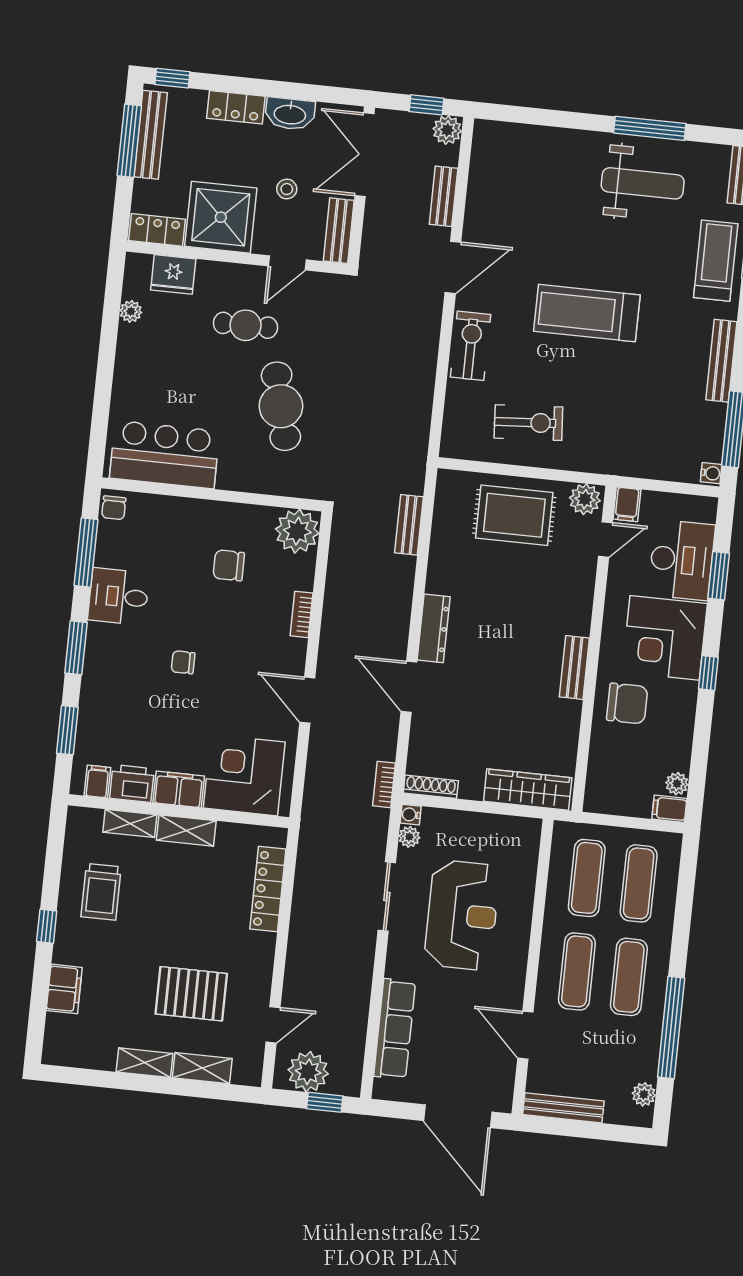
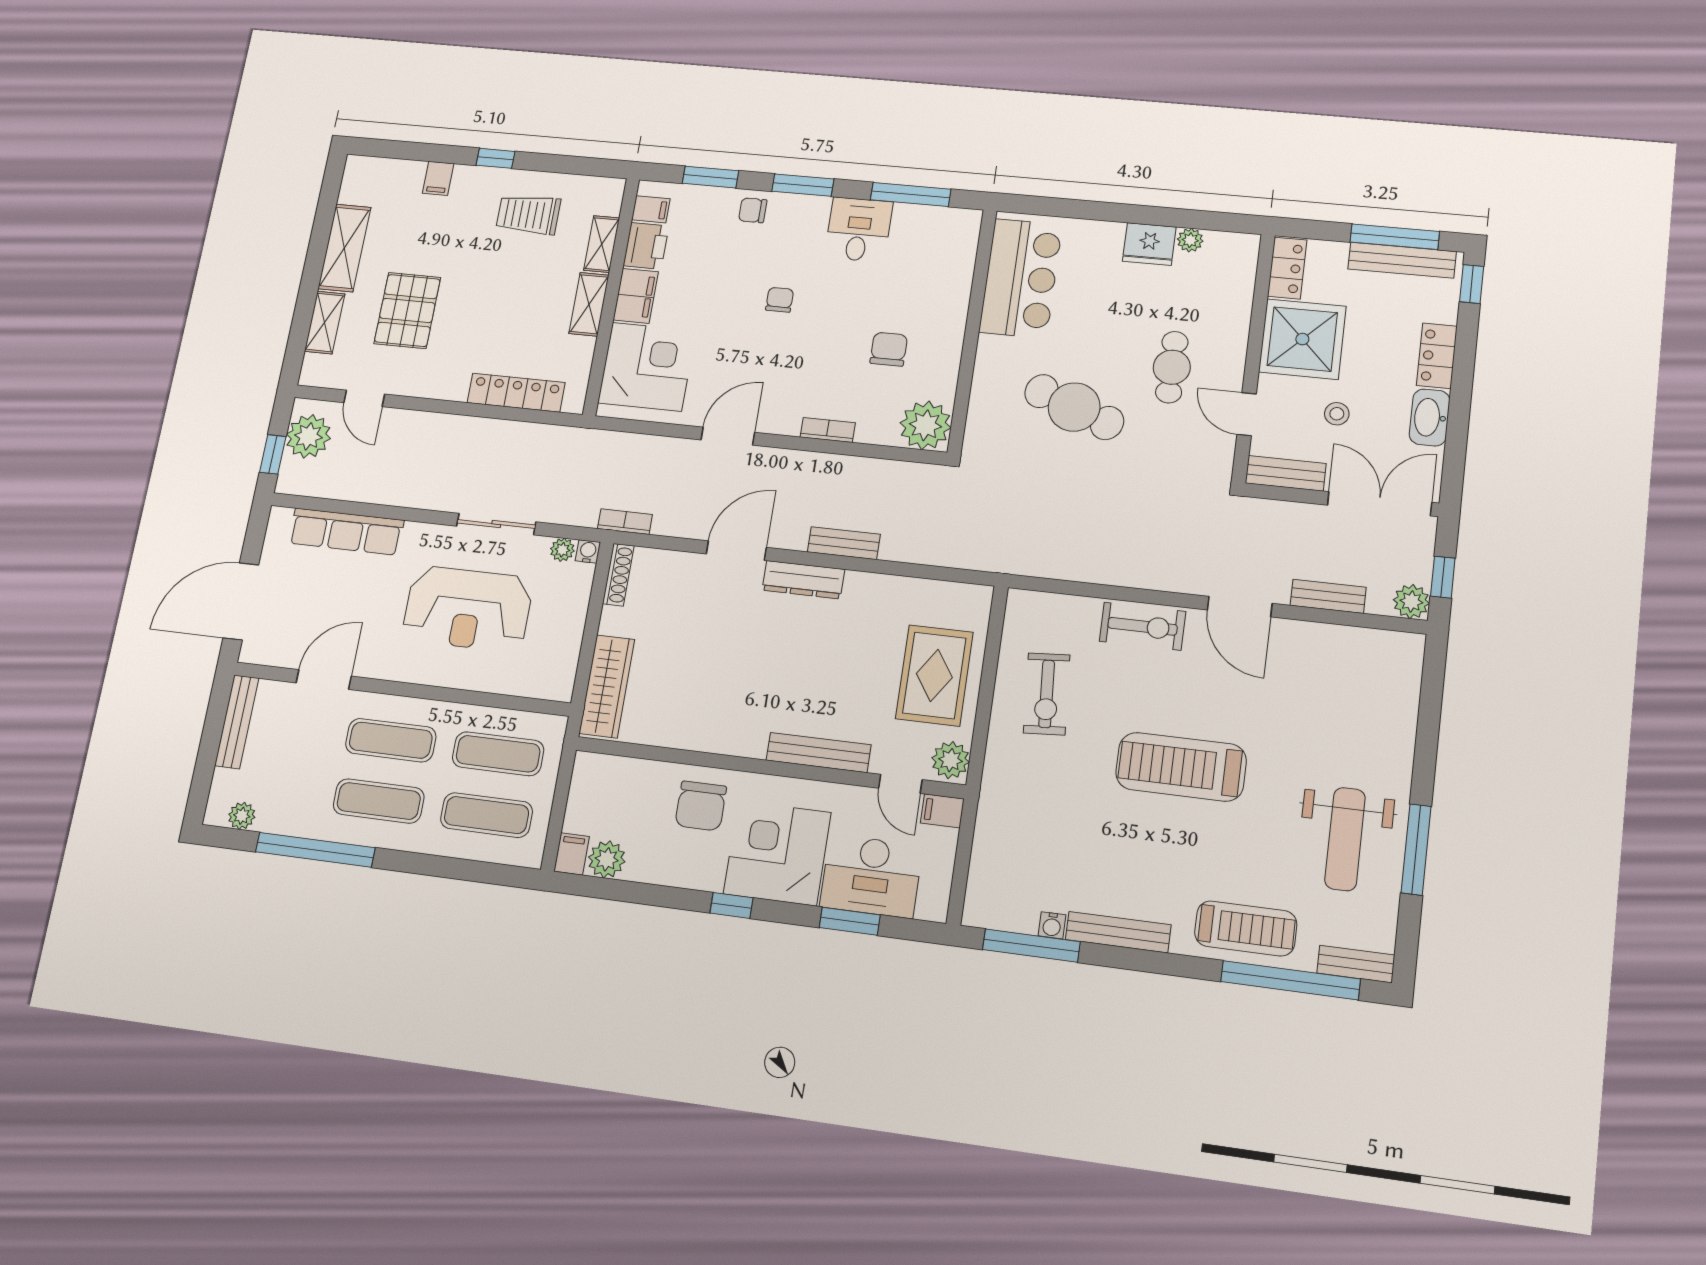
fridge: (173, 274) -> (1149, 244), moved, turned -90
treadmill: (587, 313) -> (1181, 767), turned -90
cafe table: (281, 406) -> (1074, 407), turned 35
water cooler: (711, 473) -> (1052, 925), moved
chair: (114, 508) -> (753, 210), moved
bench: (409, 525) -> (844, 543), moved
bench: (574, 667) -> (819, 753), moved, width x1.36
plant: (677, 784) -> (607, 859), width x1.38, depth x1.38
filing cabinet: (64, 989) -> (438, 178), width x0.50
shelving: (145, 1063) -> (344, 248), width x1.50, depth x1.33

